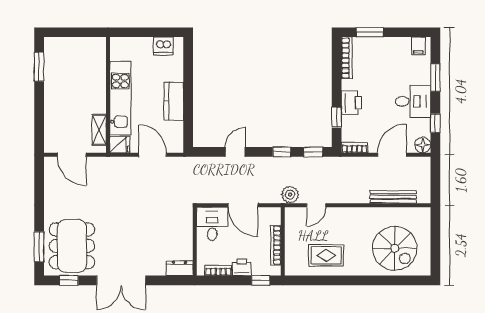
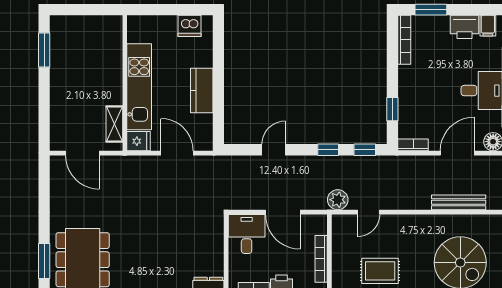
printer: (351, 103) -> (464, 27), moved, turned 90

